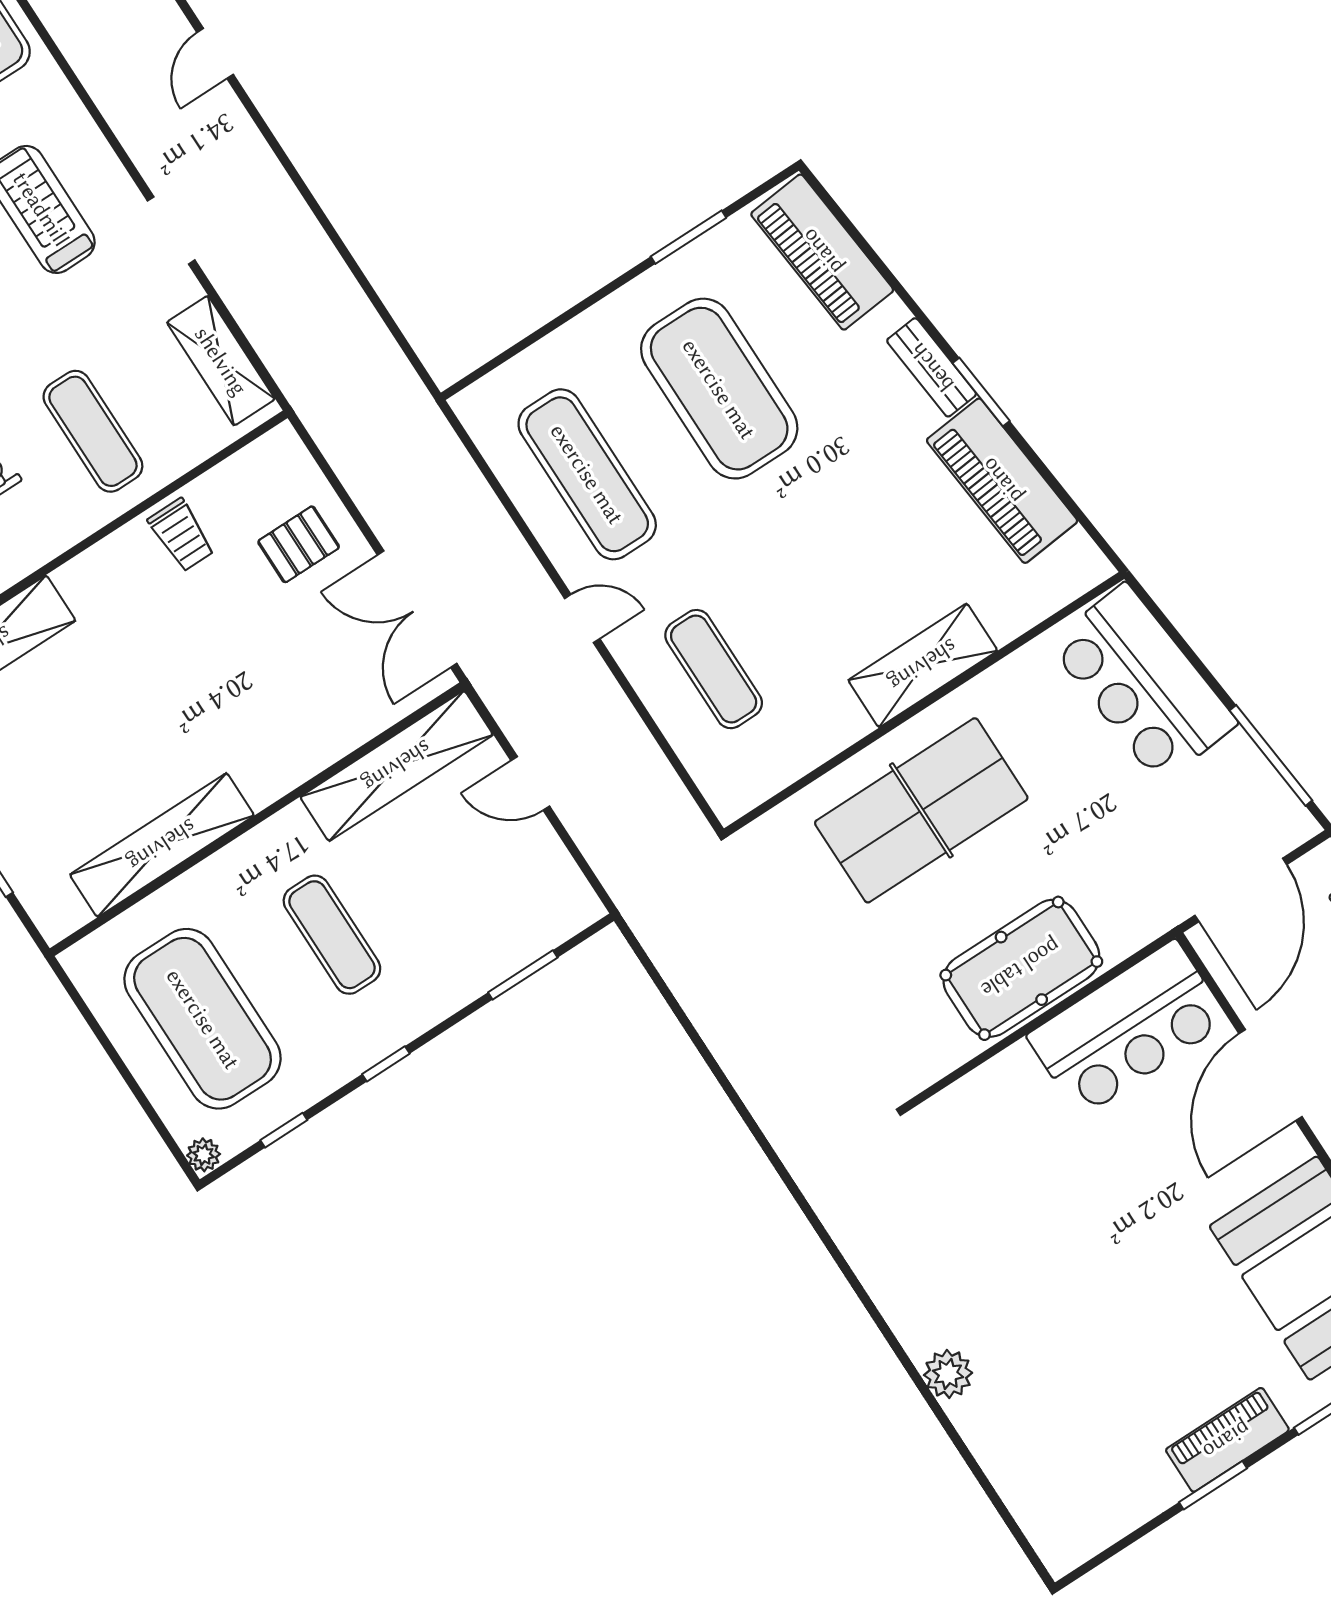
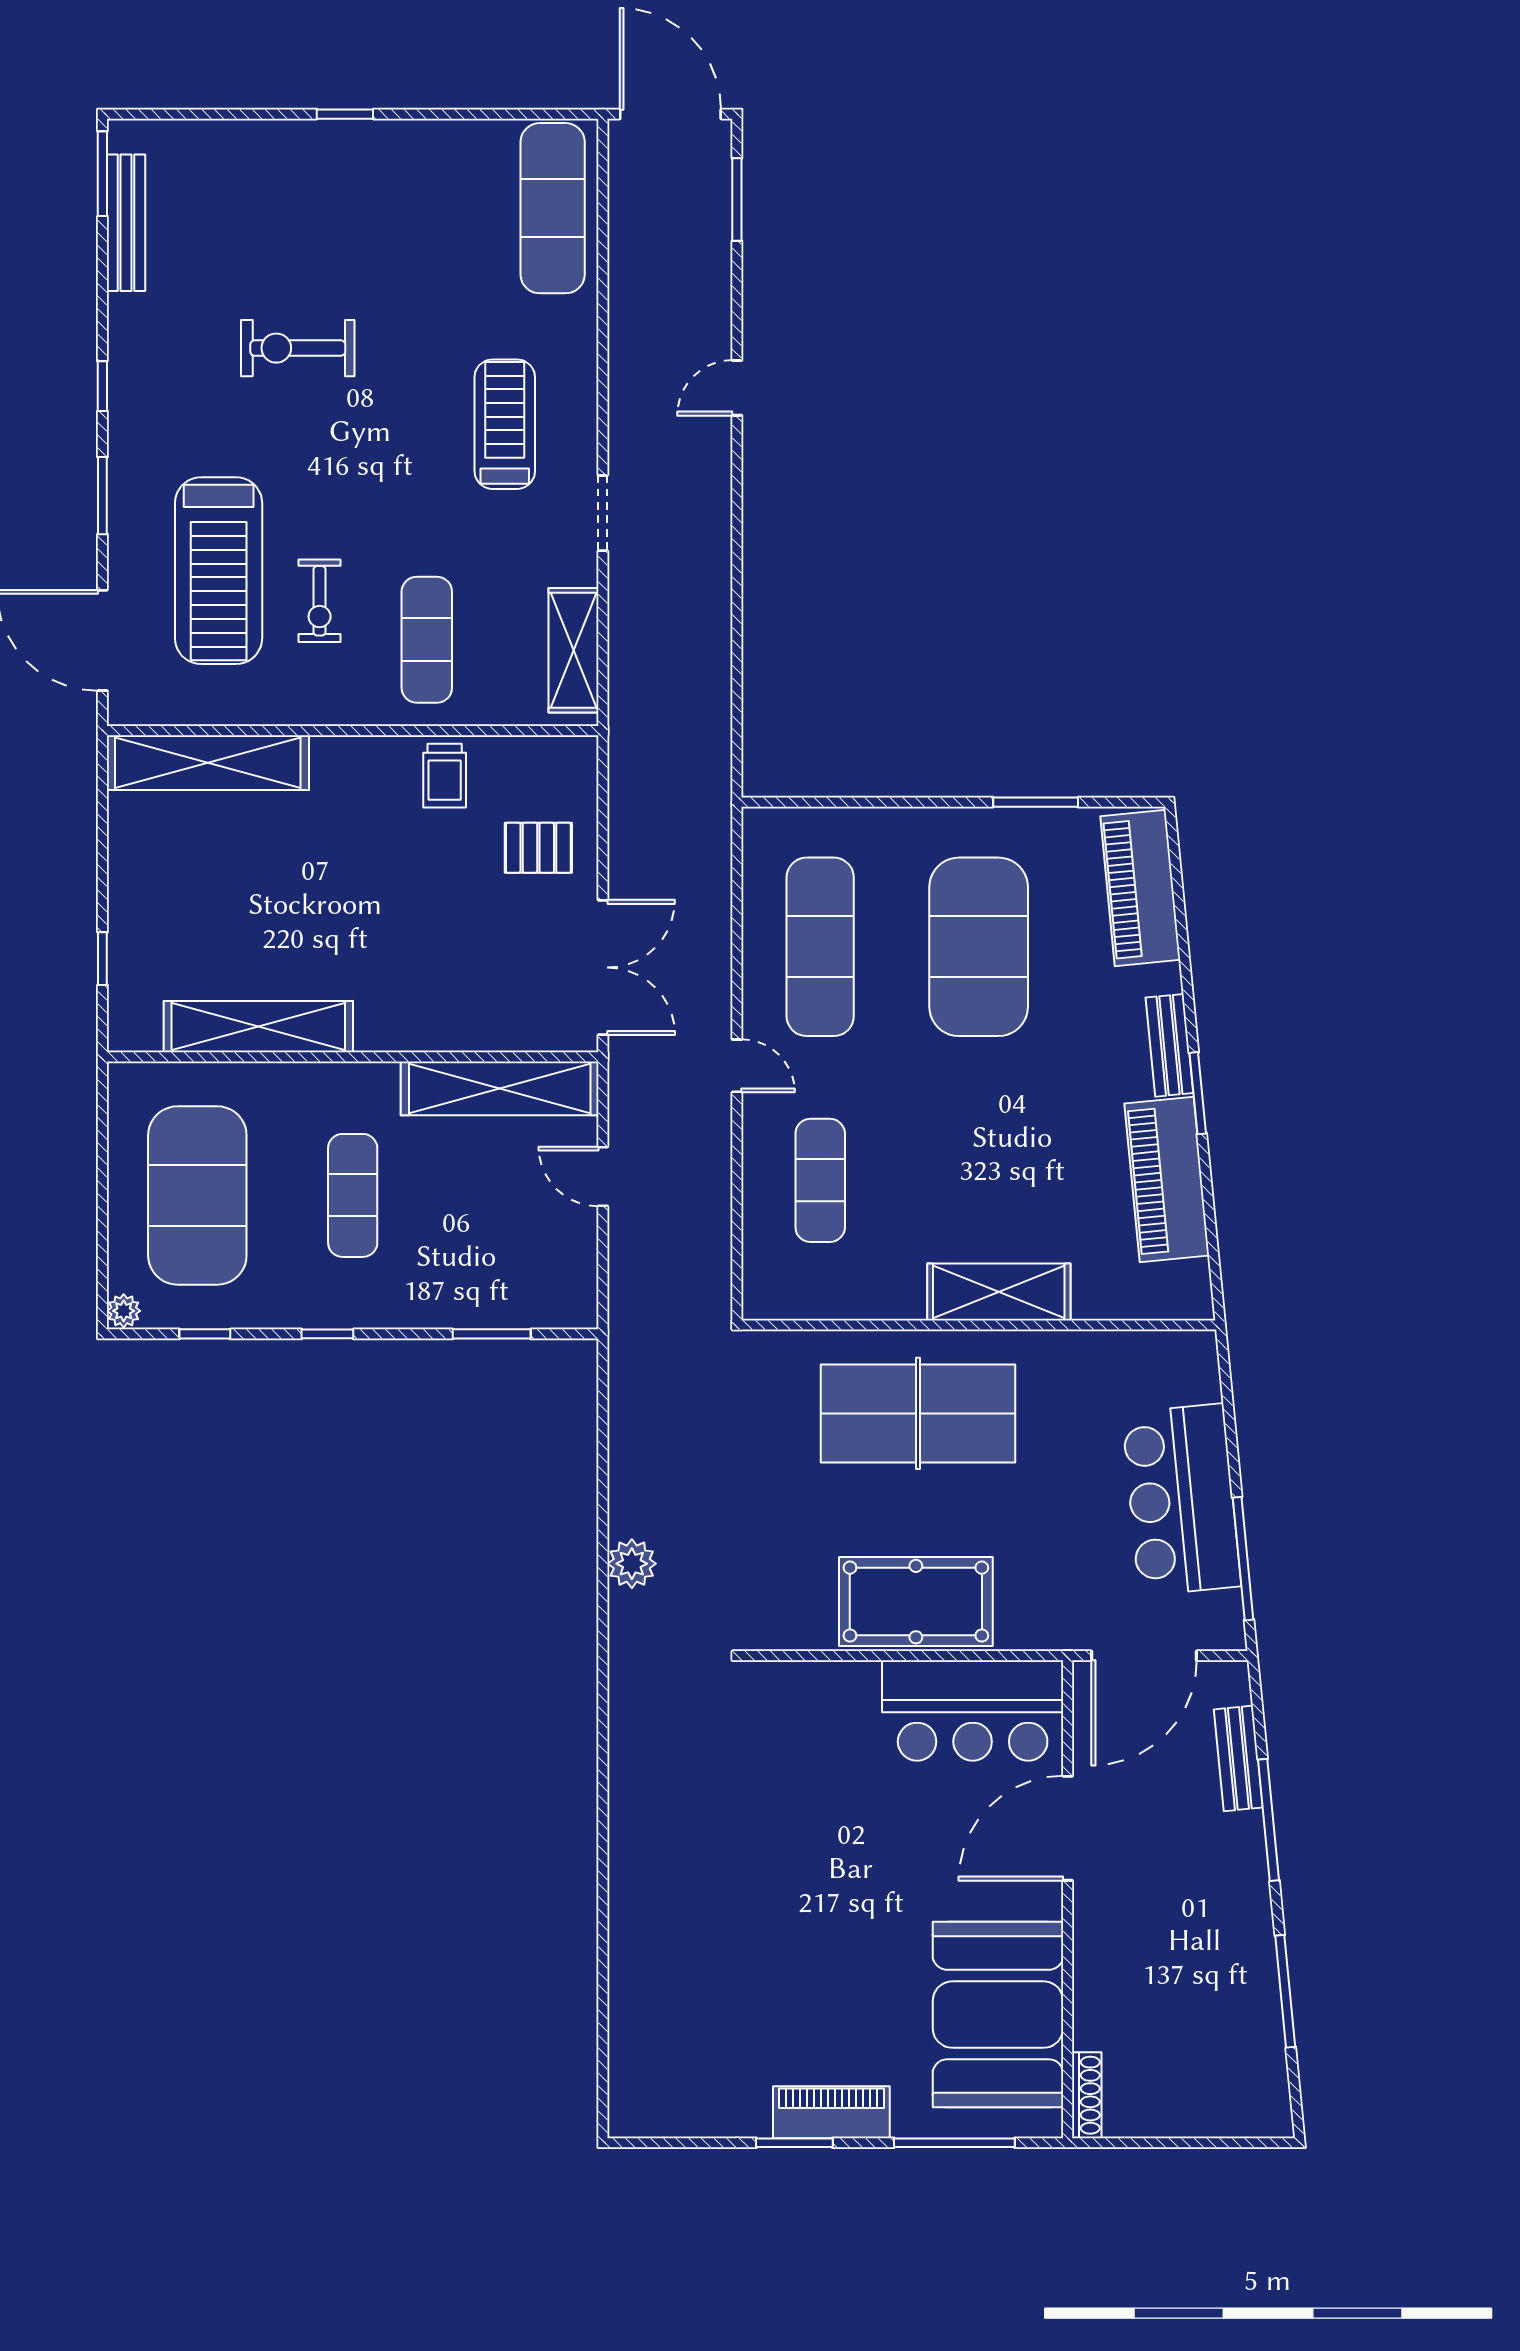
double door: (417, 609) -> (603, 967), swing flipped
bar counter: (1143, 683) -> (1181, 1500), moved
plant: (948, 1374) -> (632, 1564), moved

